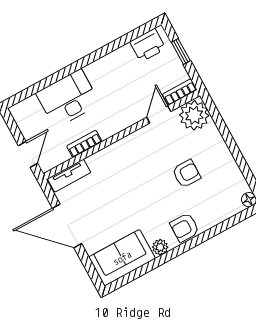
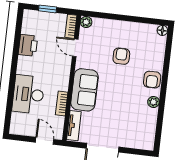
printer: (148, 45) -> (28, 45), moved
plant: (194, 115) -> (86, 22), width x0.53, depth x0.53
sofa: (122, 258) -> (85, 90), moved, turned 180

